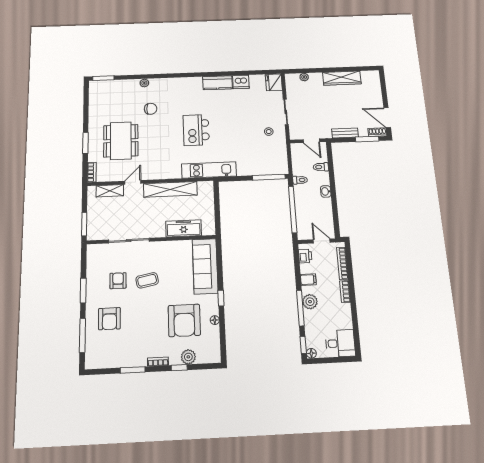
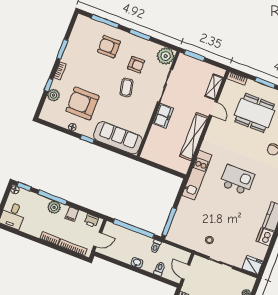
door: (311, 141) -> (186, 272), hinge flipped
freezer: (184, 228) -> (163, 116), moved, width x0.71
plant: (96, 254) -> (166, 56), added

